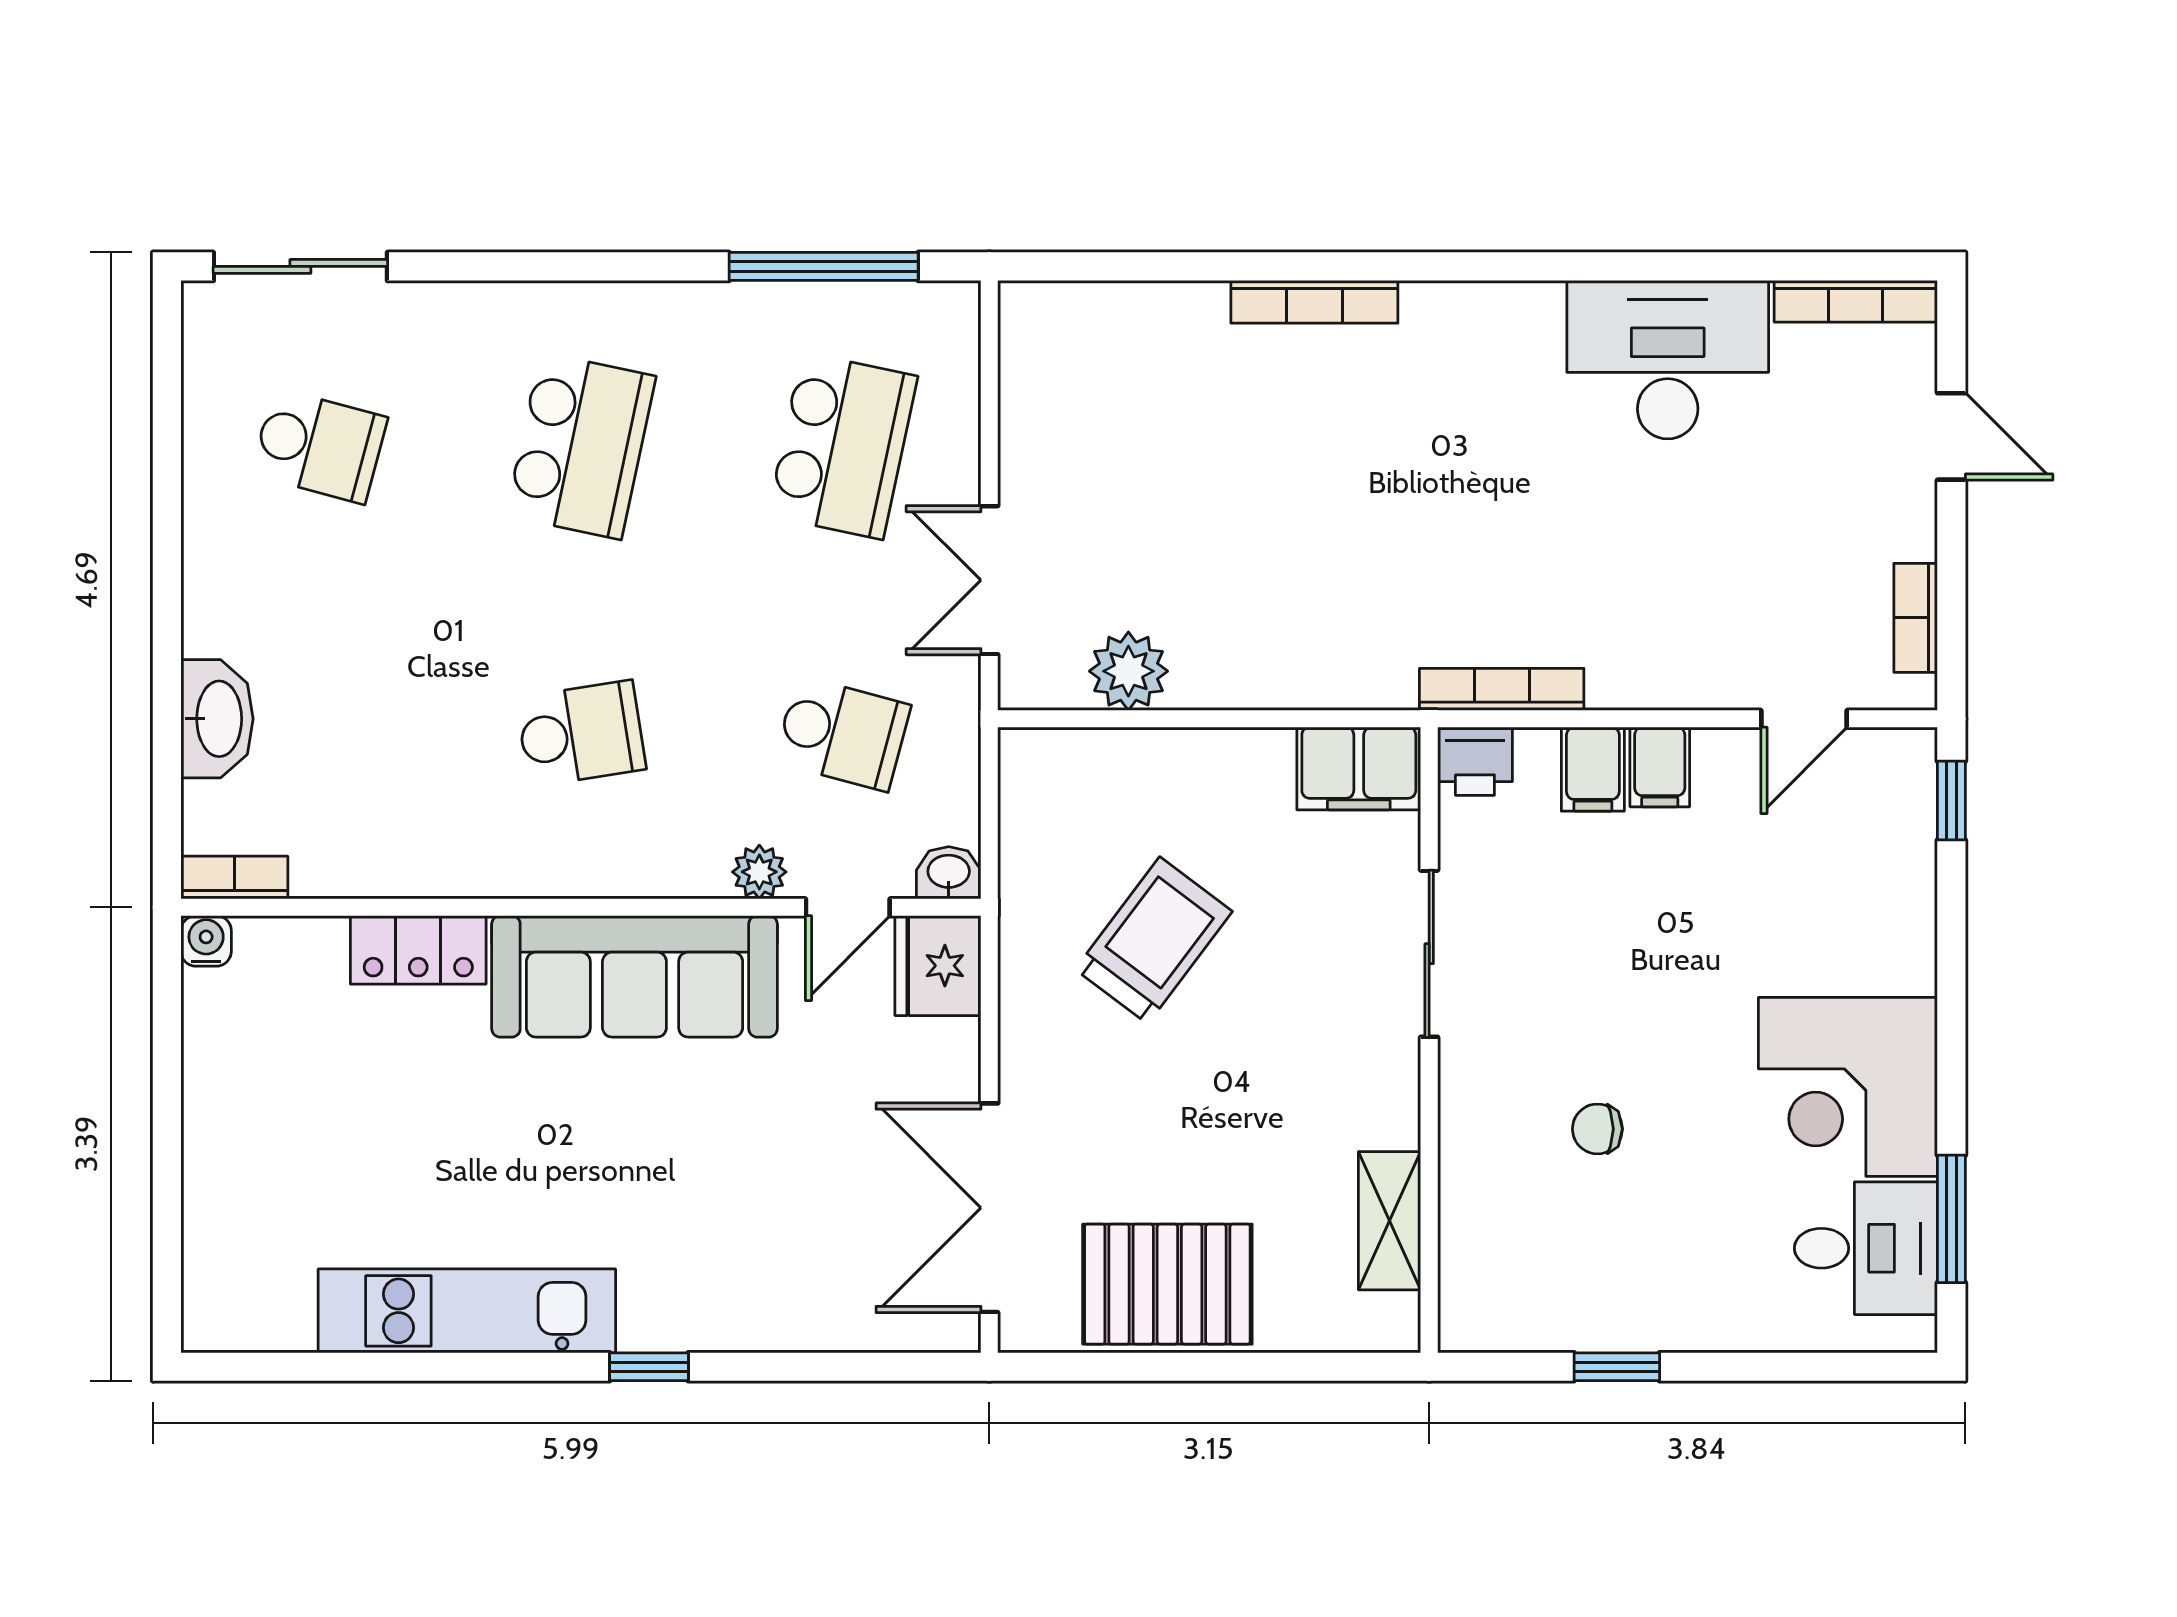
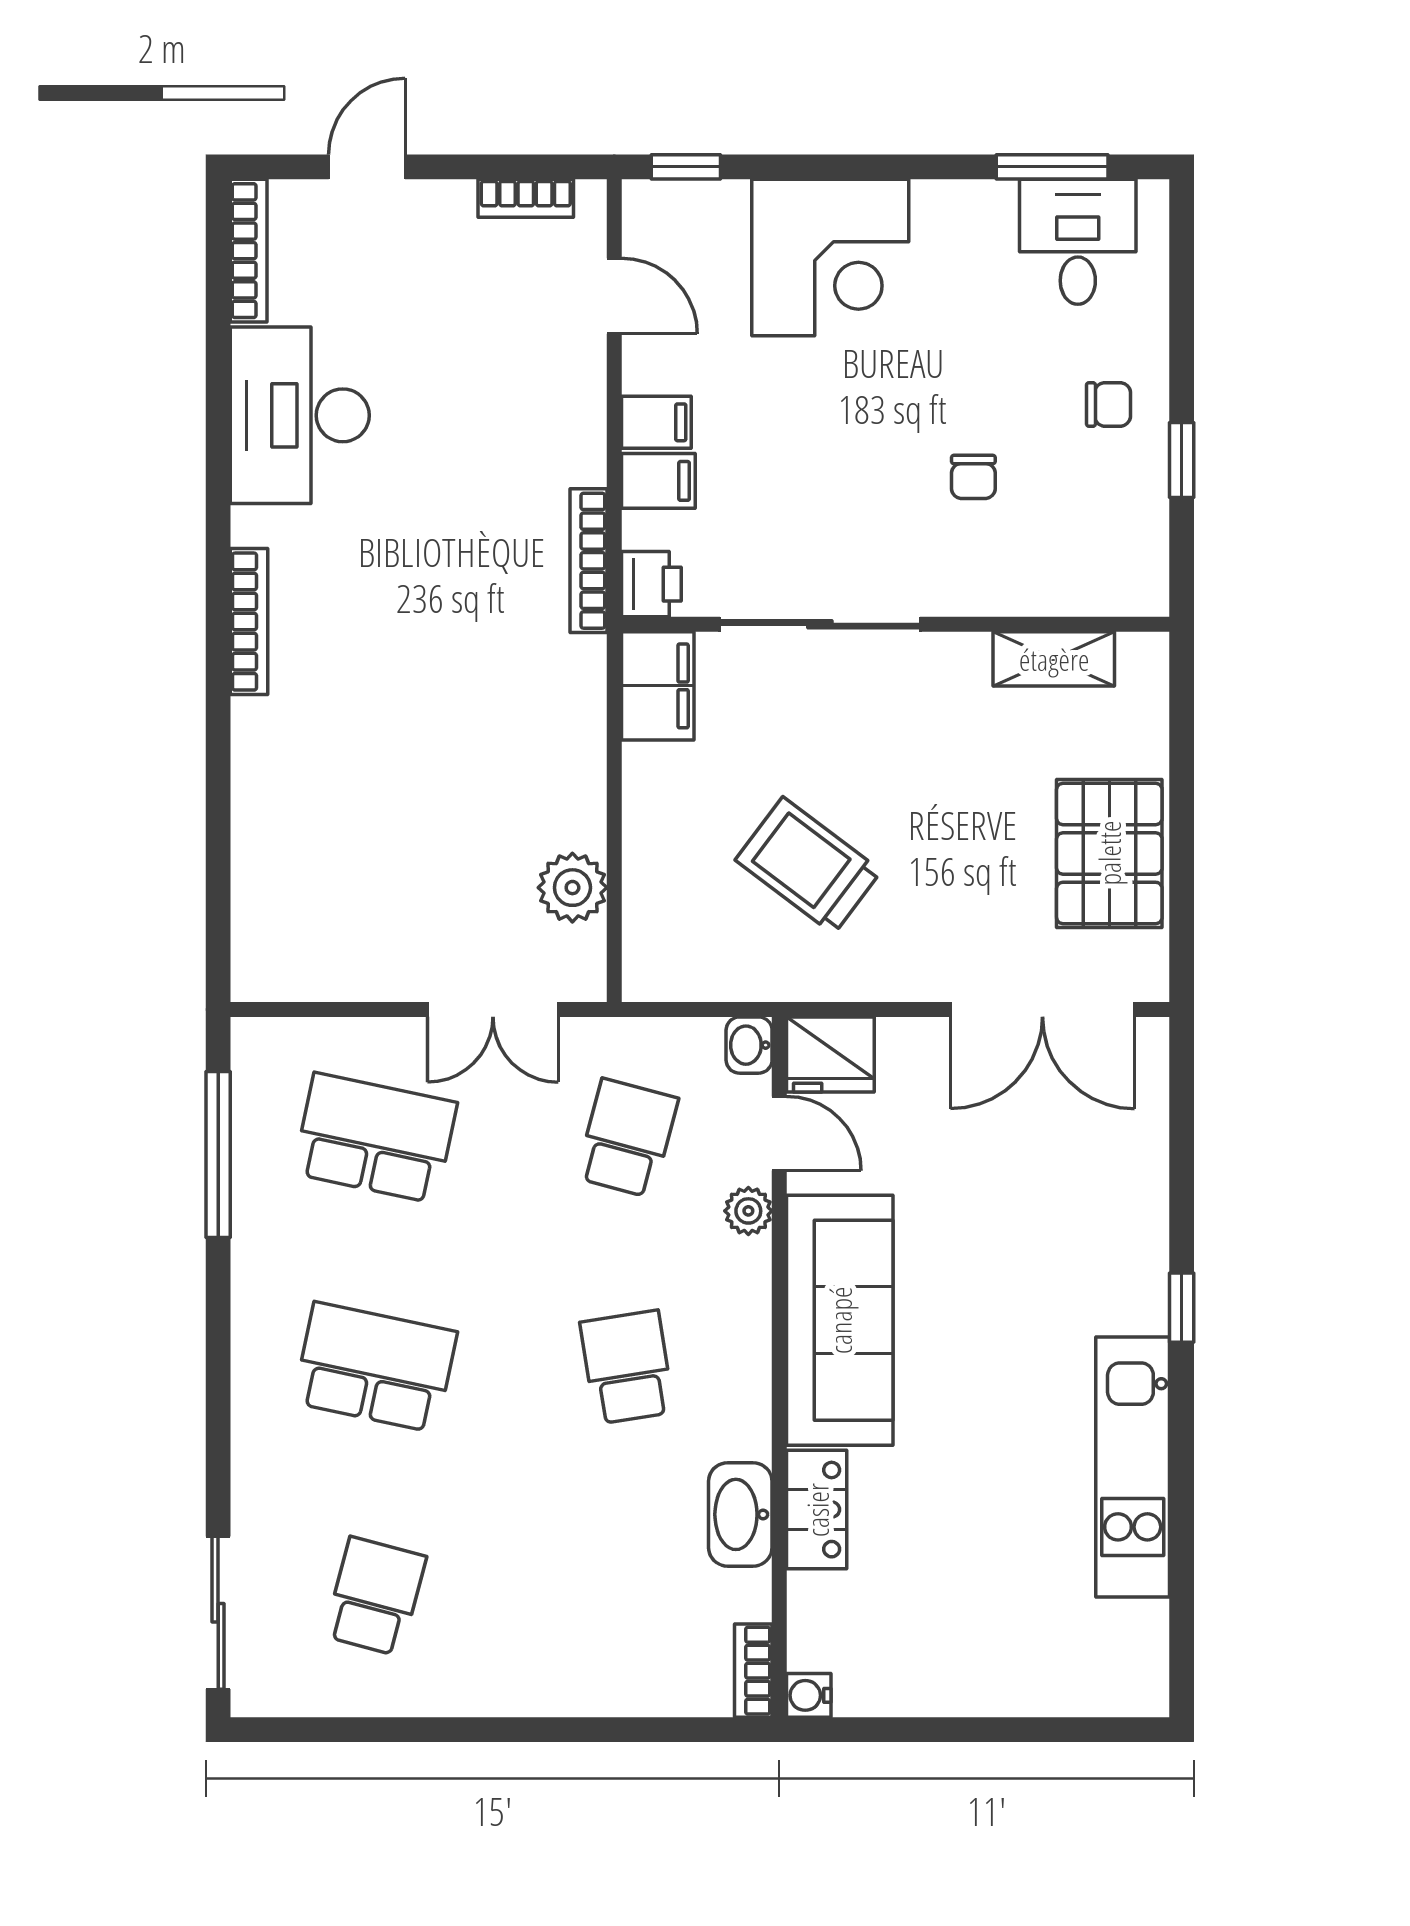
bookcase: (1314, 302) -> (249, 622), moved
washbasin: (217, 719) -> (740, 1514), moved, turned -90
sliding door: (1429, 954) -> (820, 624), width x1.37
corner desk: (1848, 1087) -> (830, 258), moved
chair: (1680, 1283) -> (1108, 404), added

